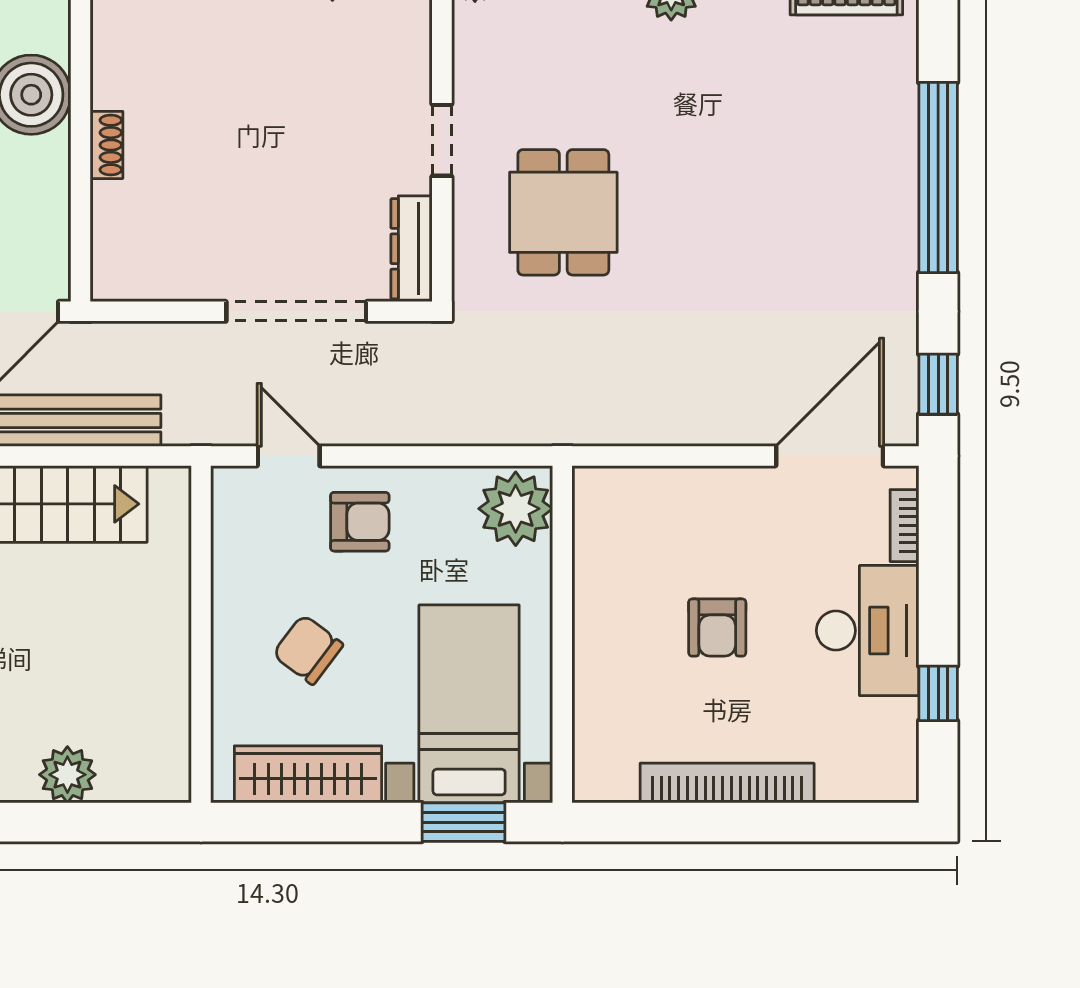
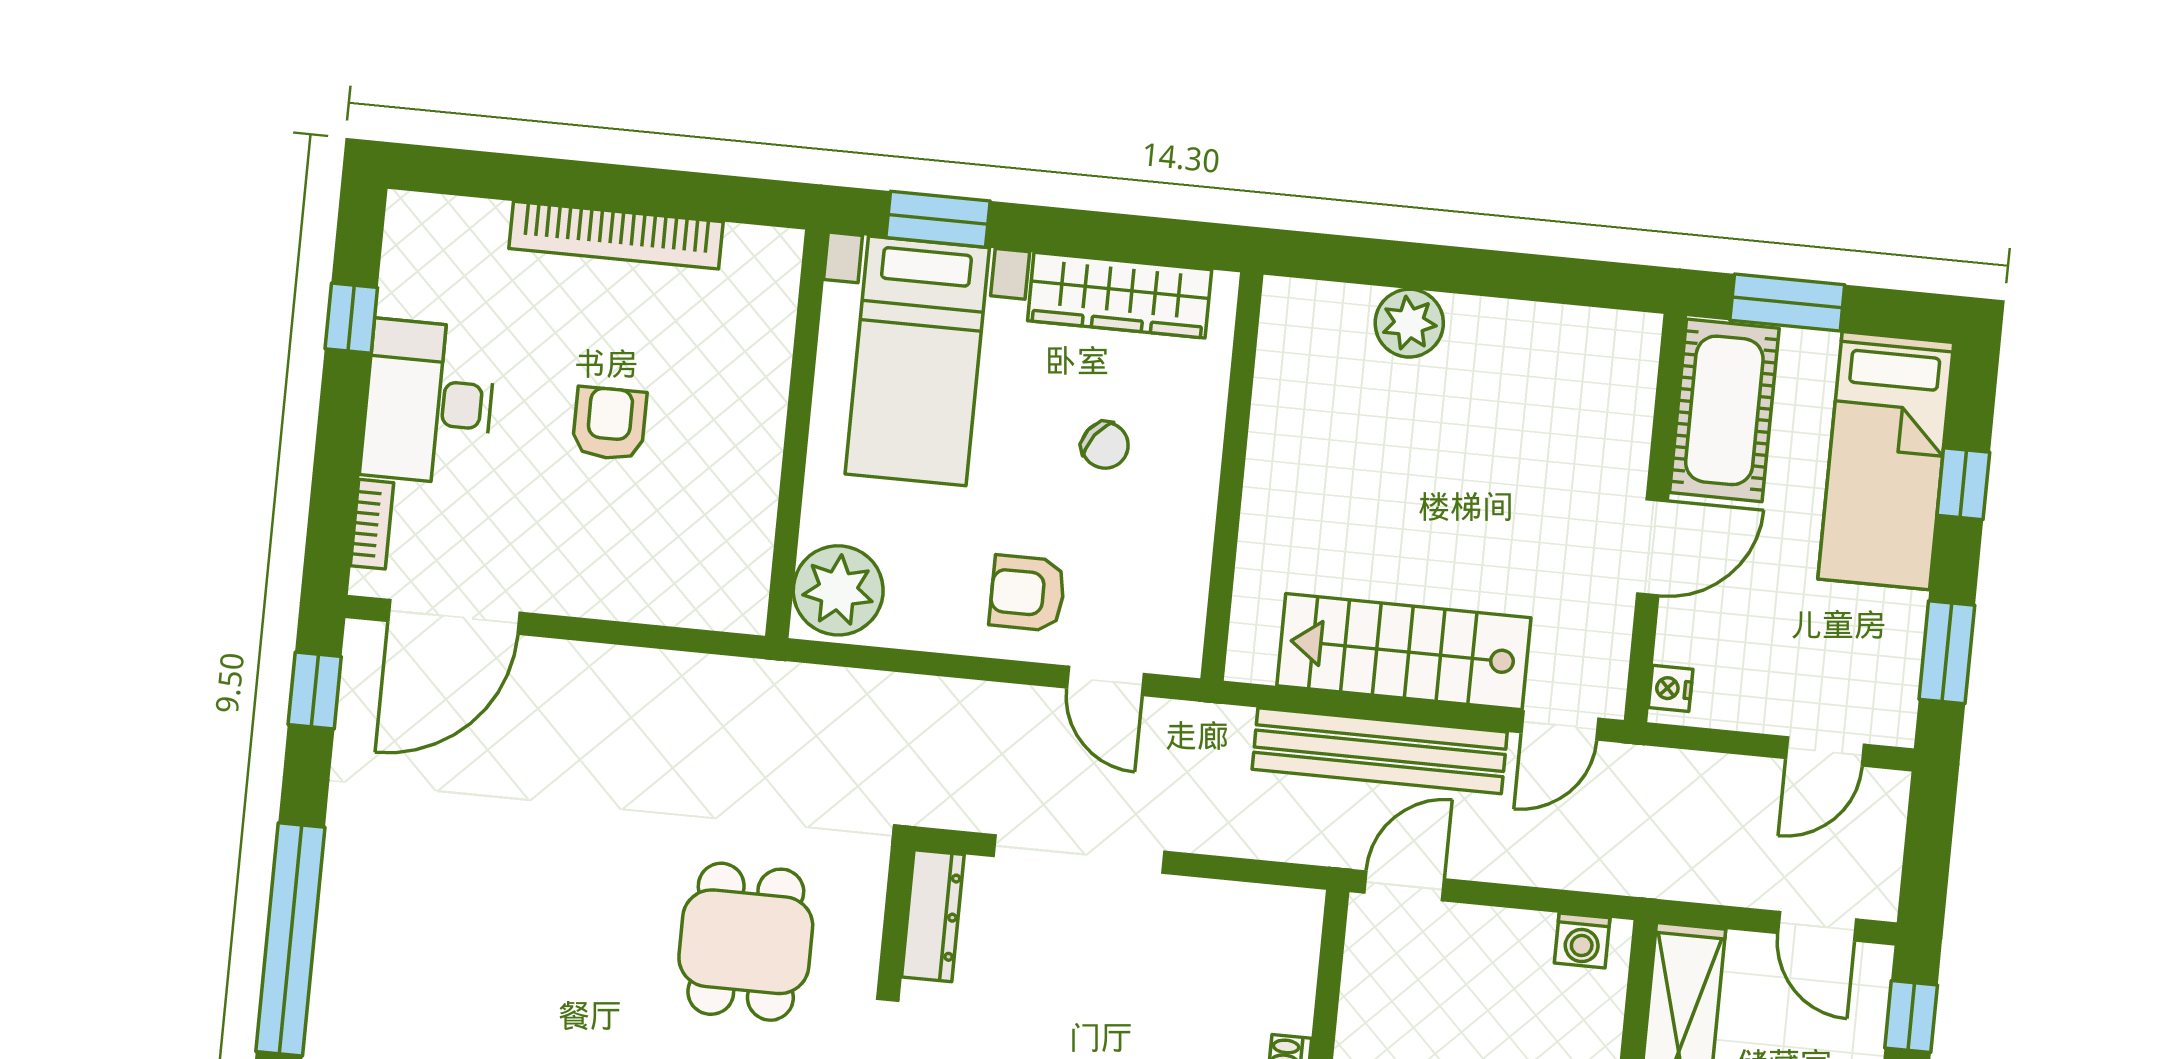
chair: (308, 650) -> (1105, 445), width x0.73, depth x0.73

